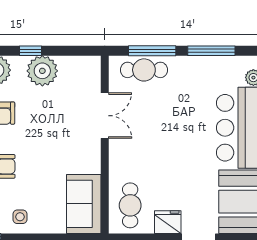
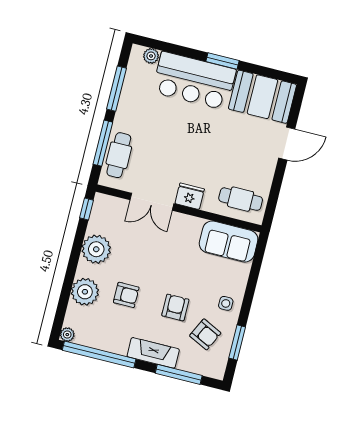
window: (30, 51) -> (86, 209), moved
double door: (105, 116) -> (152, 202), swing flipped
fridge: (168, 222) -> (190, 196), moved, turned 90

